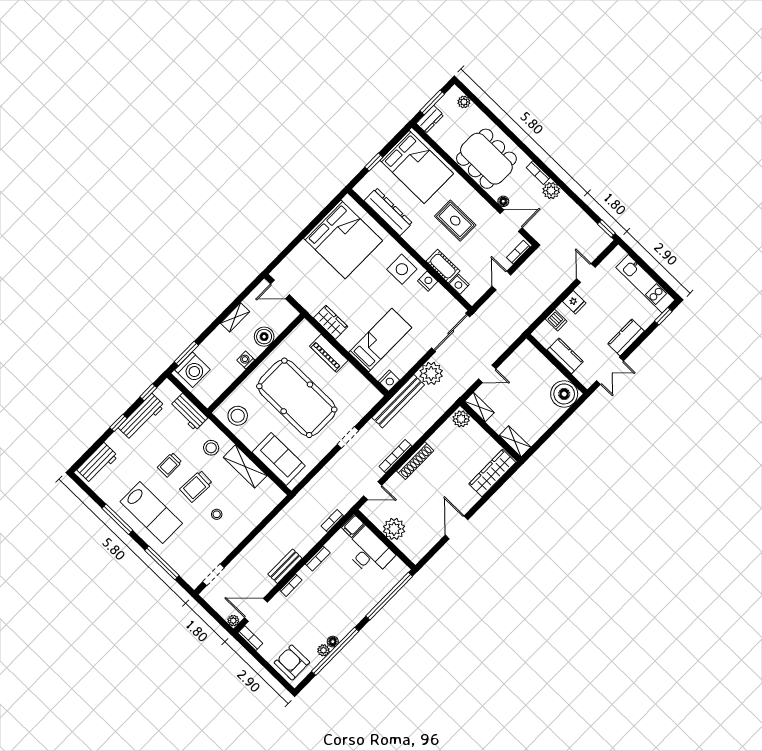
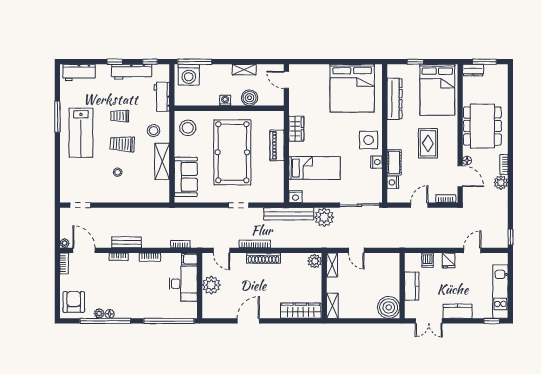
plant: (464, 102) -> (503, 80), removed
window: (186, 354) -> (195, 62), width x1.44
window: (162, 563) -> (57, 168), removed

